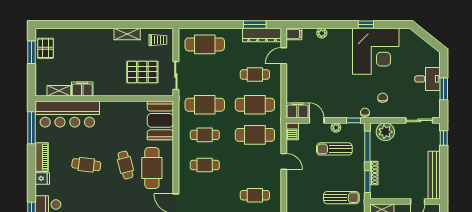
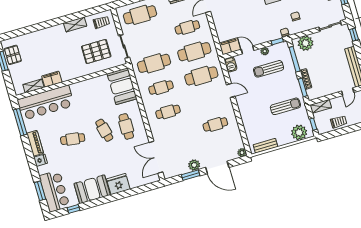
cafe table: (152, 168) -> (126, 126), width x0.73, depth x0.74

